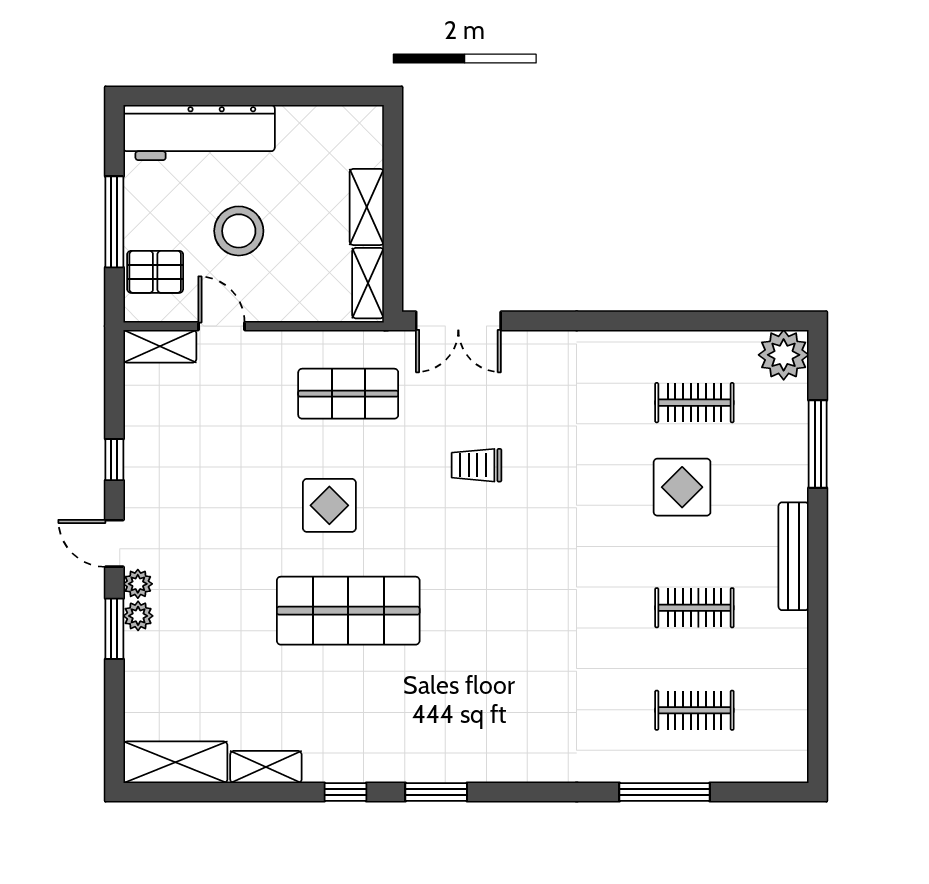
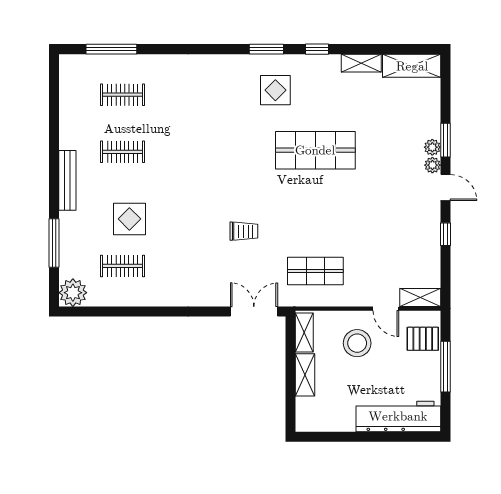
stool: (239, 231) -> (357, 343), moved
display table: (329, 505) -> (275, 90), moved
window: (665, 792) -> (111, 49), moved

